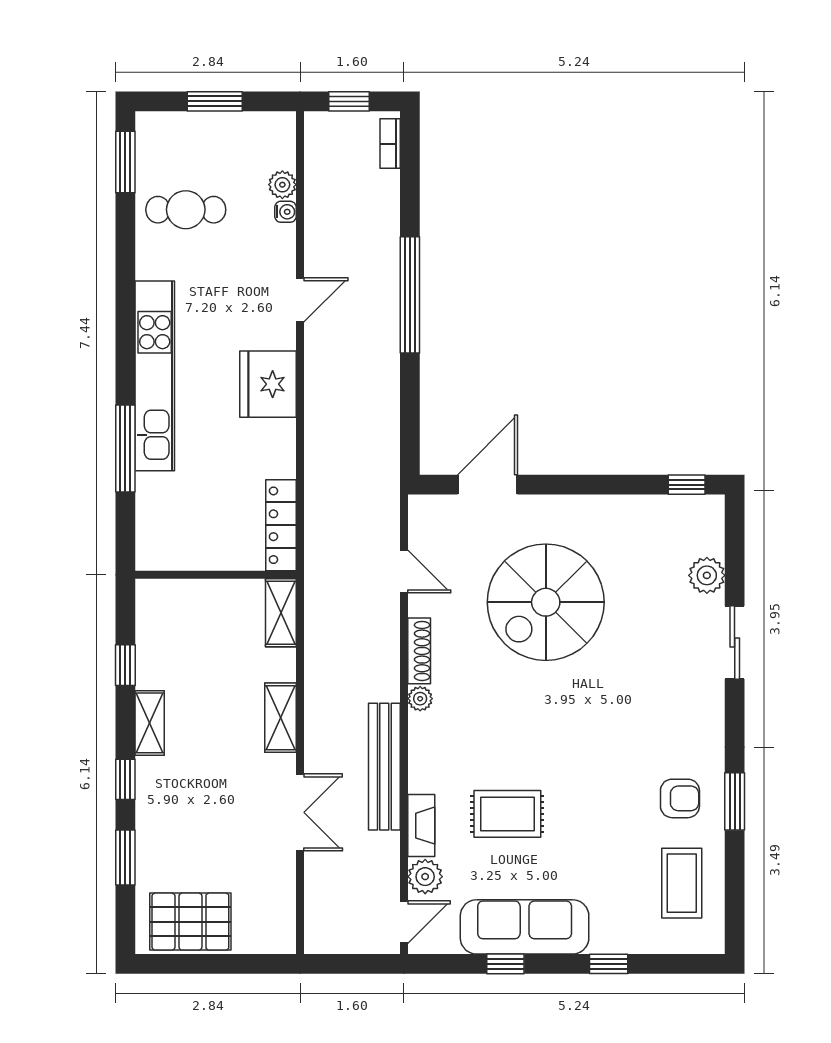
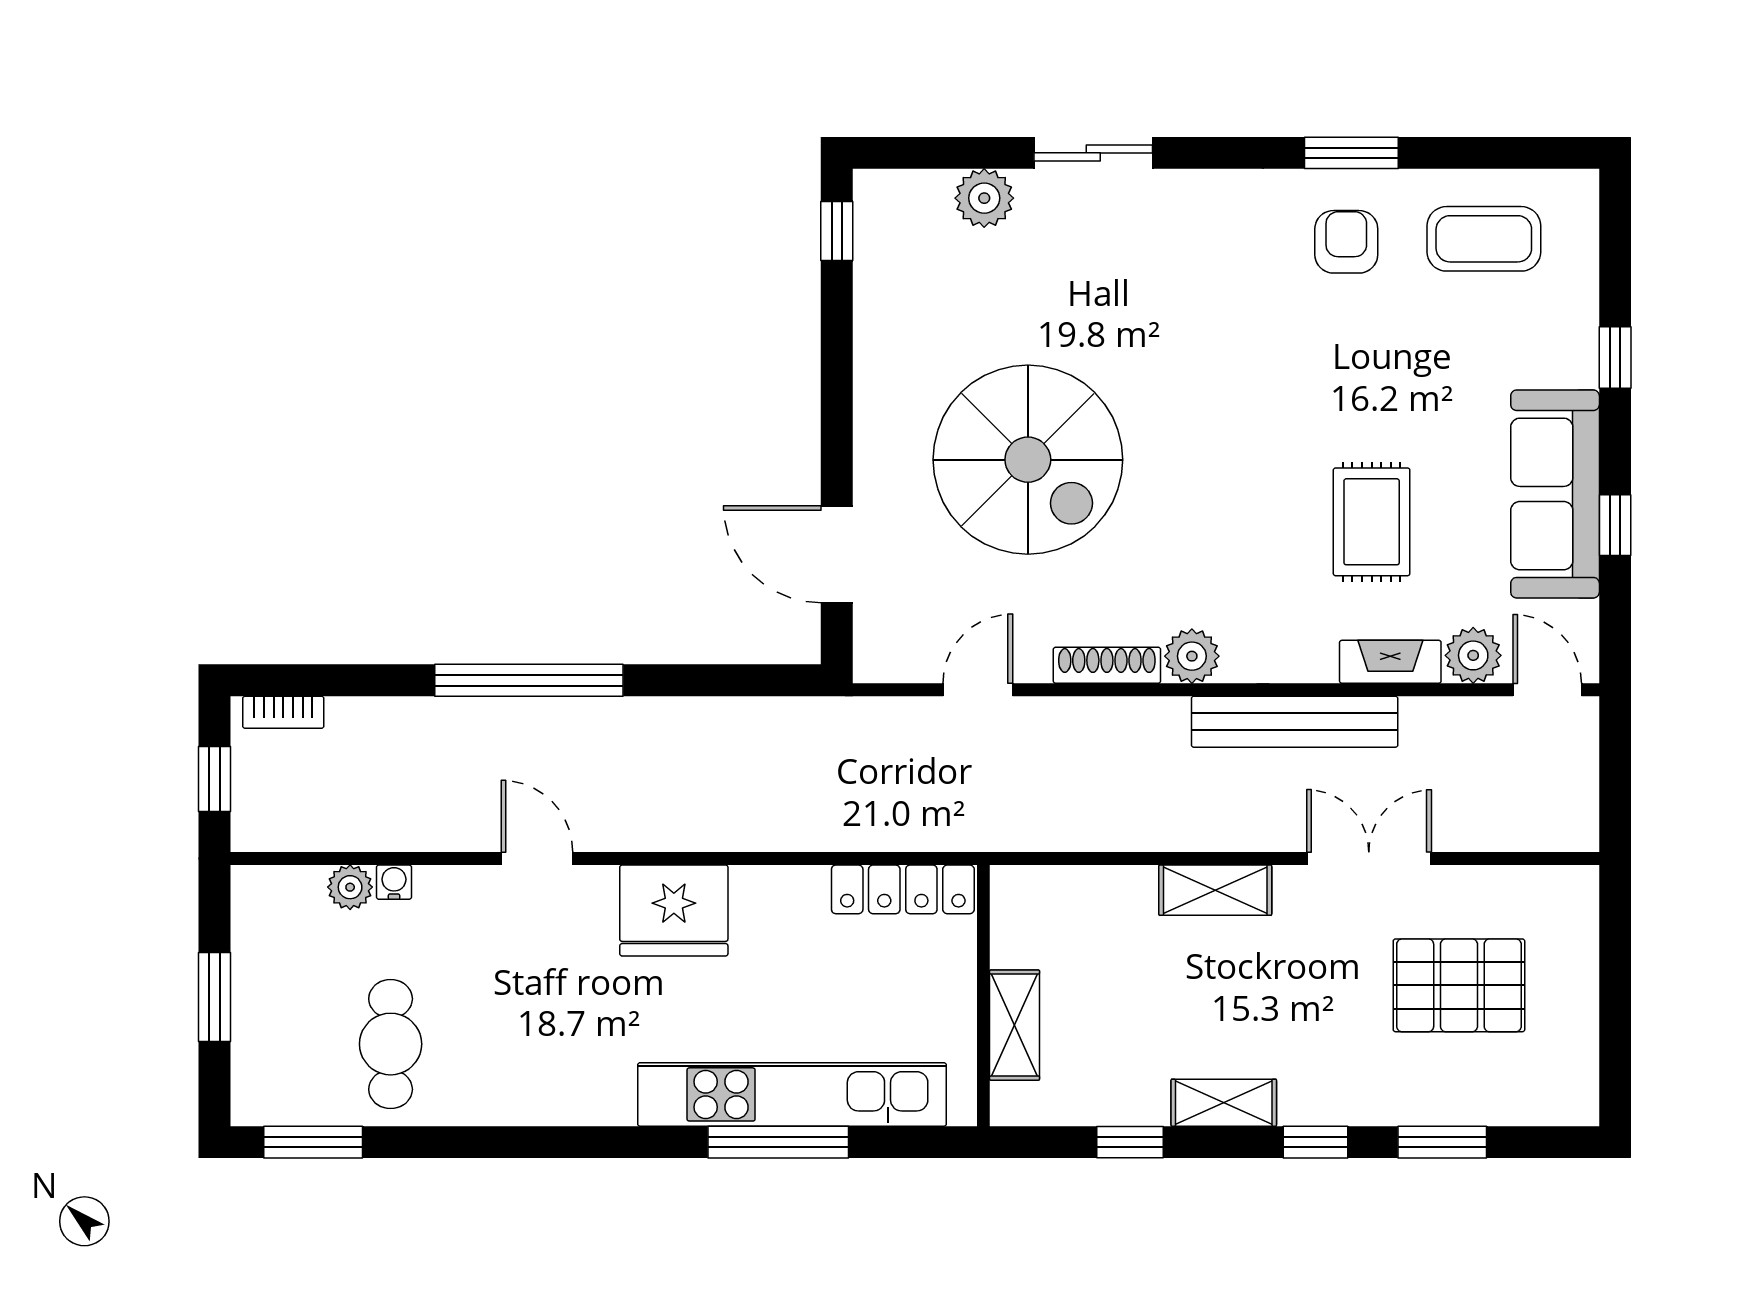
kitchen unit: (155, 376) -> (792, 1094), moved
shelving: (281, 613) -> (1015, 1025), moved, turned 90
plant: (420, 699) -> (1192, 656), width x1.38, depth x1.38
pallet: (190, 922) -> (1459, 985), moved, turned 90

